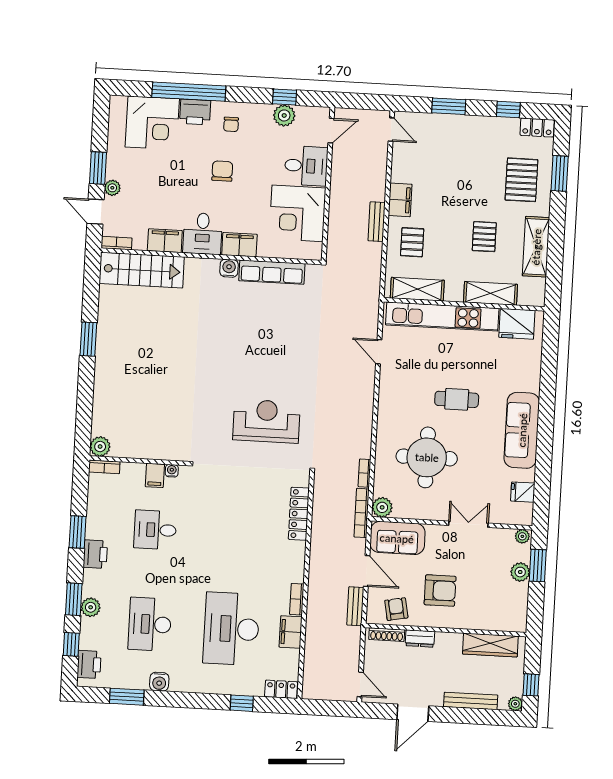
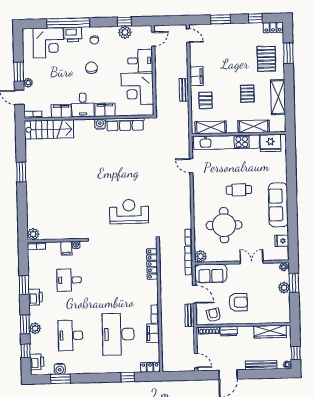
water cooler: (159, 682) -> (60, 369), moved

